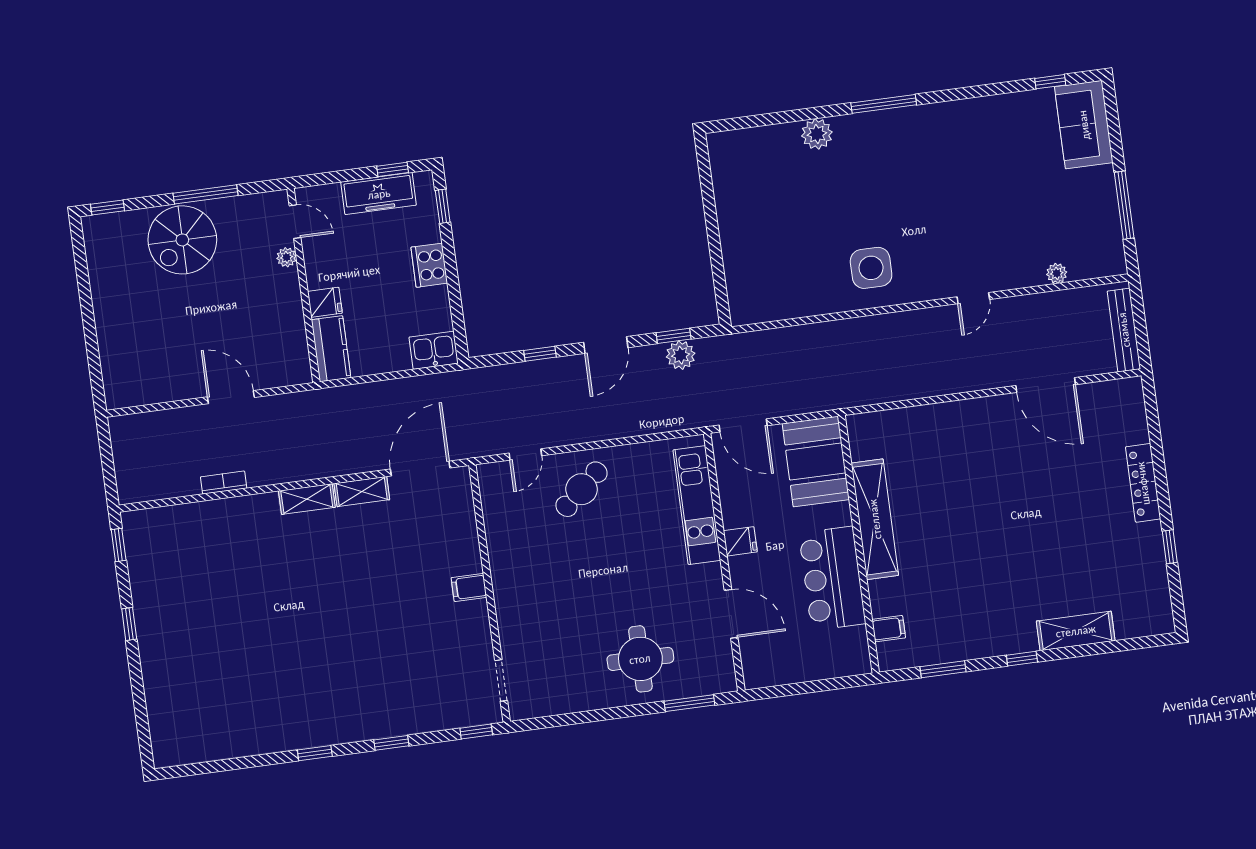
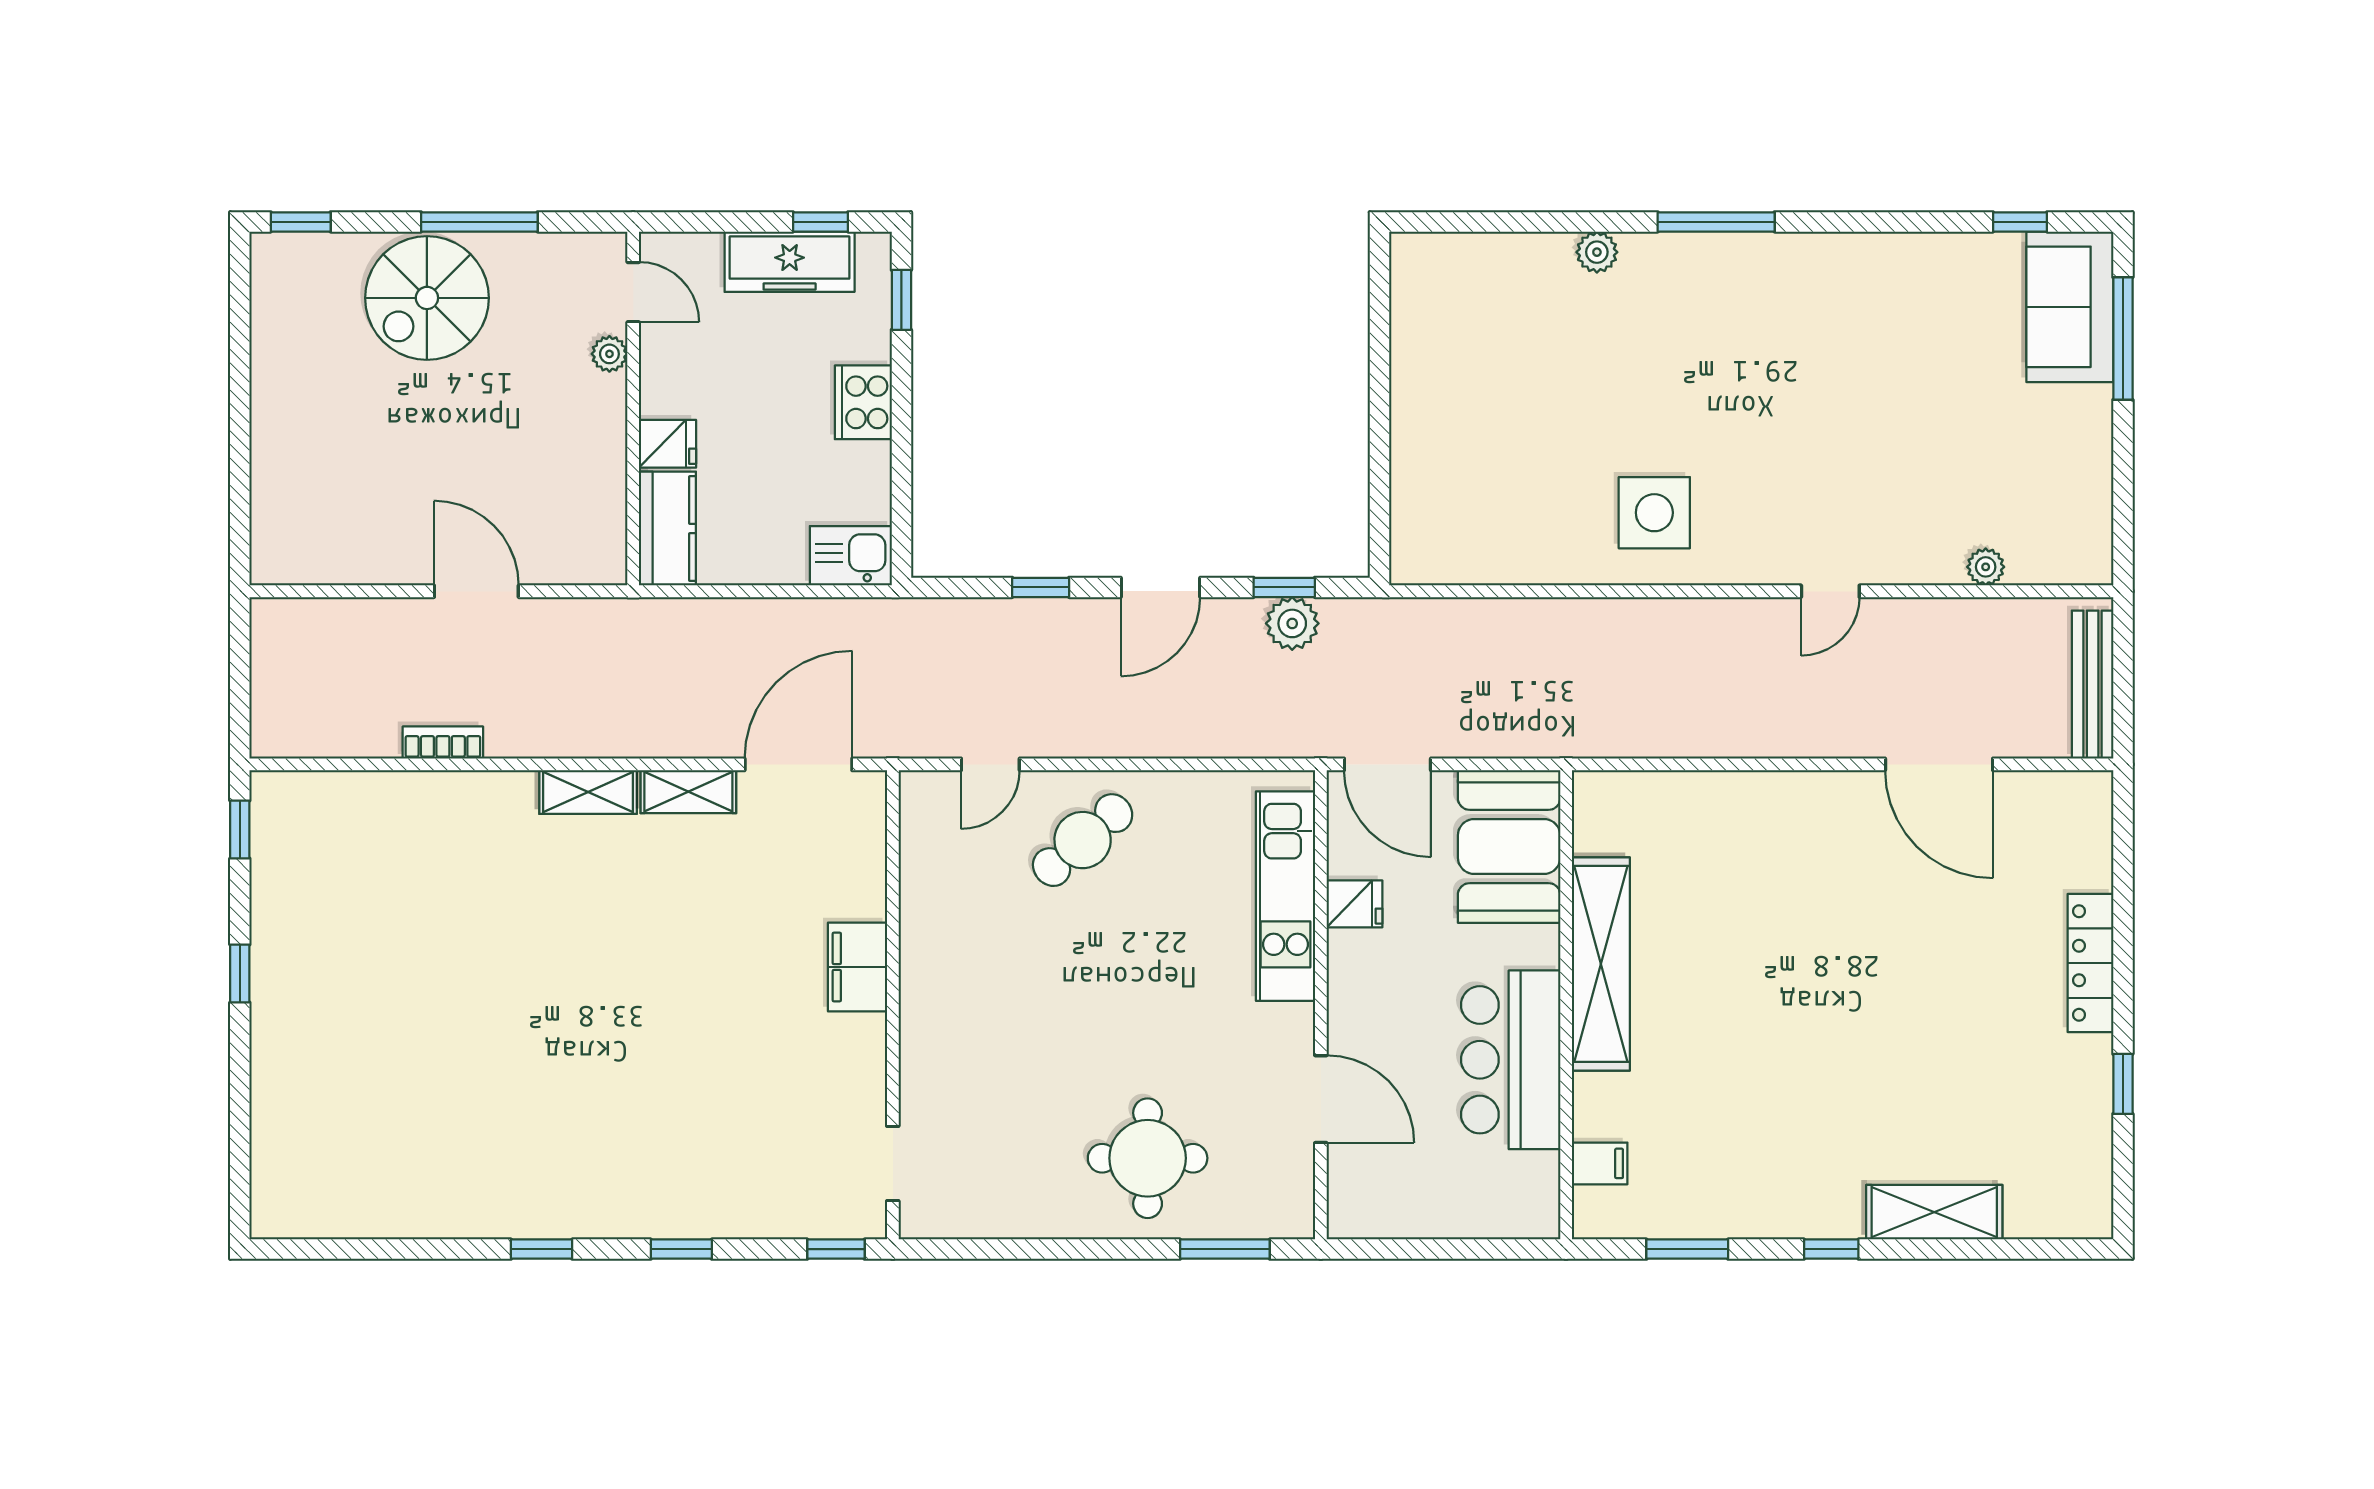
plant: (817, 134) -> (1597, 252), width x0.73, depth x0.73
window: (1124, 205) -> (2123, 339), moved
fridge: (740, 541) -> (1355, 904), moved
filing cabinet: (469, 587) -> (857, 967), width x2.00

